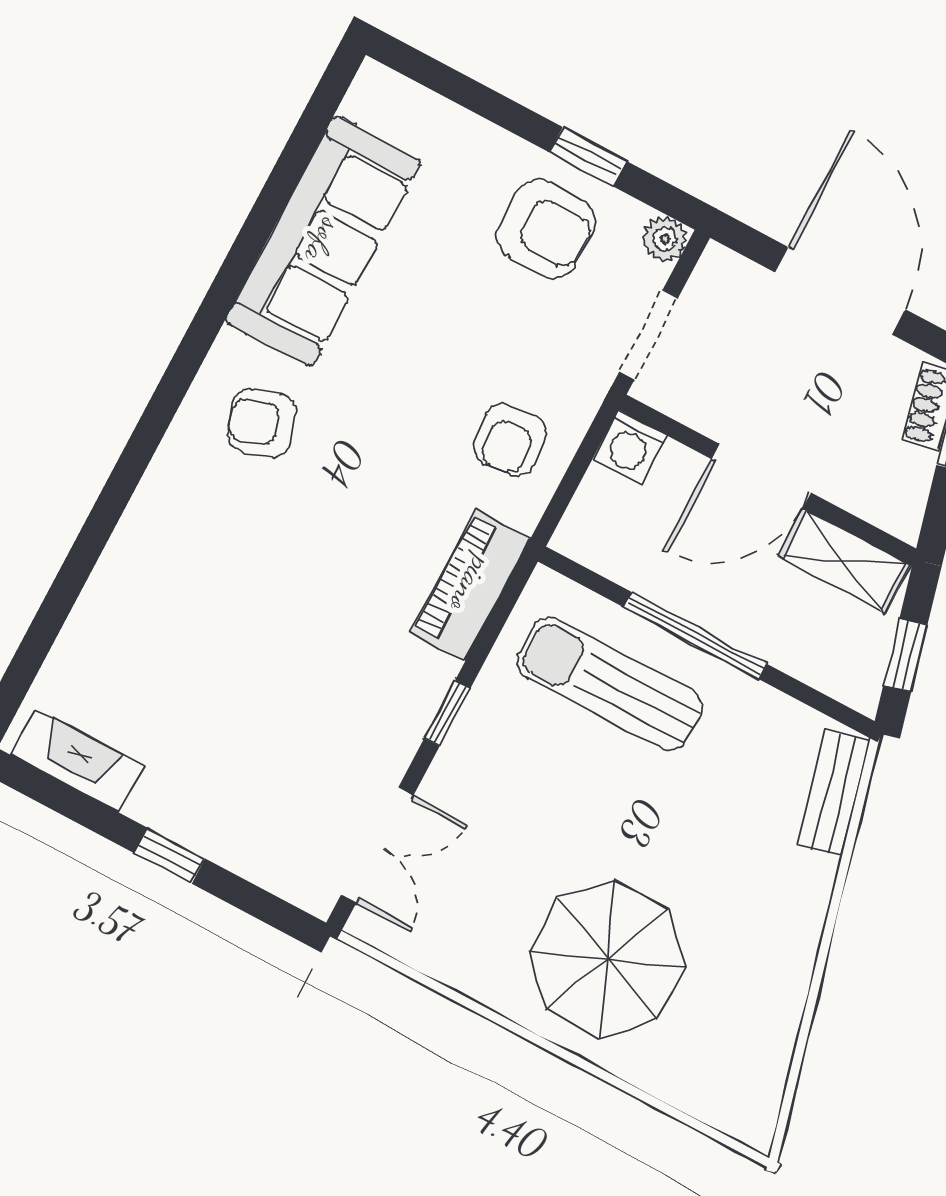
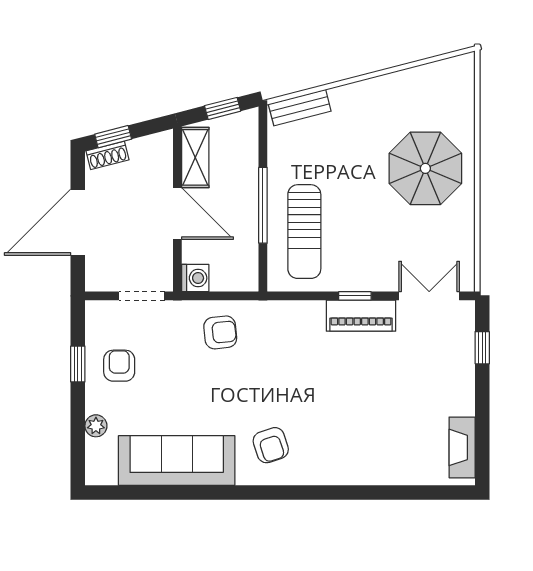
armchair: (546, 229) -> (119, 366), width x0.72, depth x0.72
plant: (665, 239) -> (96, 426), moved
piano: (470, 585) -> (361, 316), moved
window: (170, 856) -> (482, 348), moved

